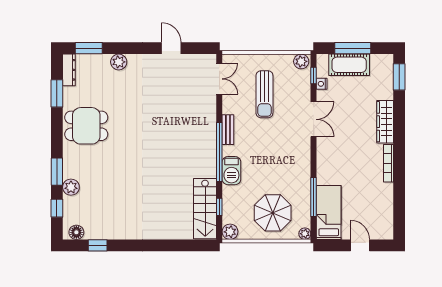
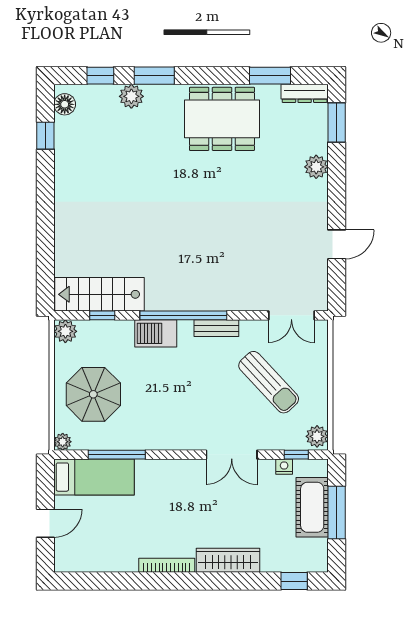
window: (399, 77) -> (294, 581), width x0.67
sun lounger: (264, 94) -> (269, 382), turned -133
dining table: (86, 126) -> (222, 119), width x1.37

